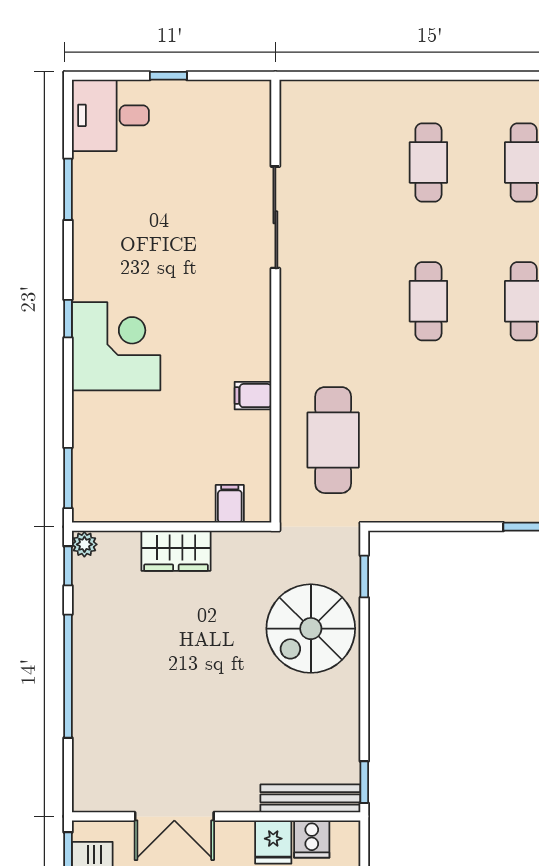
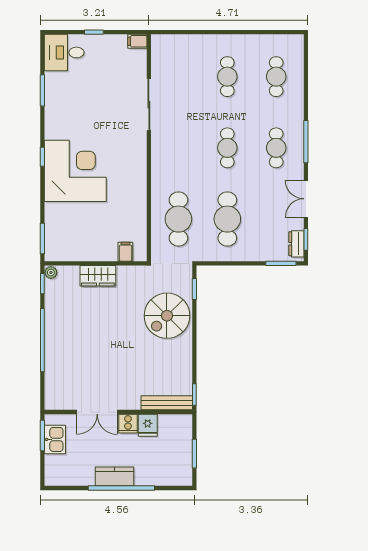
corner desk: (116, 346) -> (75, 171), width x1.36, depth x1.36
filing cabinet: (253, 396) -> (137, 41), moved
cafe table: (428, 440) -> (227, 219), added
cooker: (312, 839) -> (128, 424), moved

